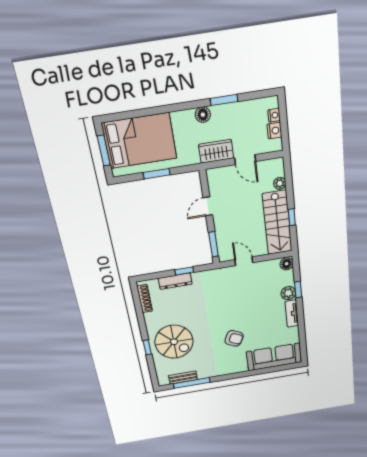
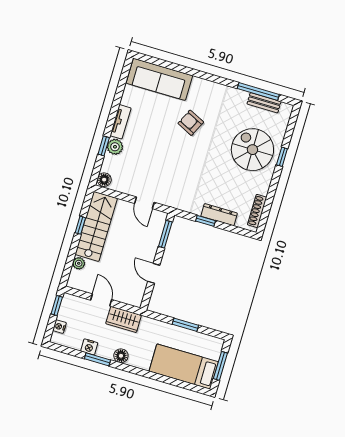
nightstand: (274, 131) -> (89, 347), moved, turned -90
window: (285, 135) -> (57, 306), added
bed: (139, 141) -> (184, 367), width x0.67
door: (208, 206) -> (154, 273), swing flipped

